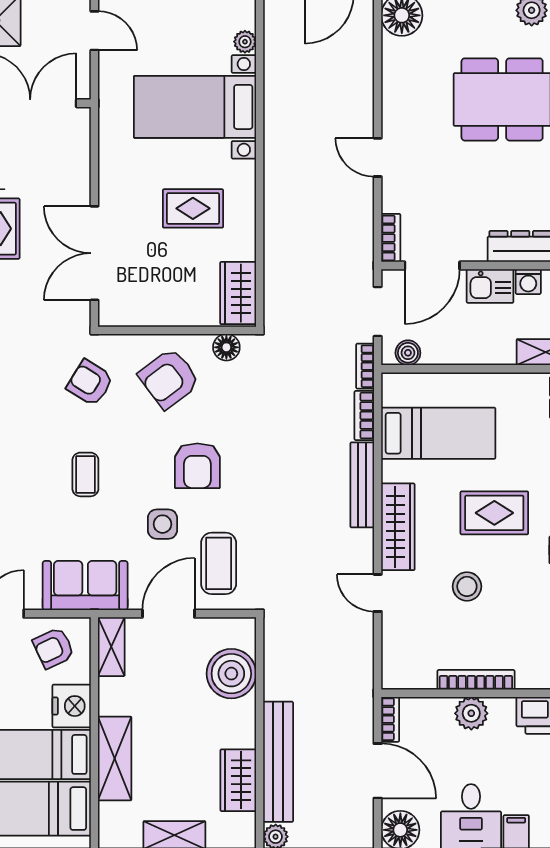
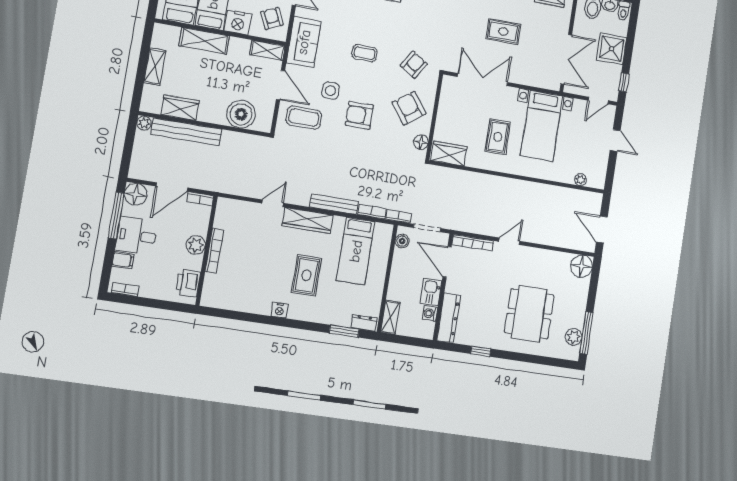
bed with nightstands: (195, 107) -> (542, 126), moved, turned 180
bookcase: (391, 238) -> (473, 243), width x1.56
stool: (467, 586) -> (268, 254), removed

